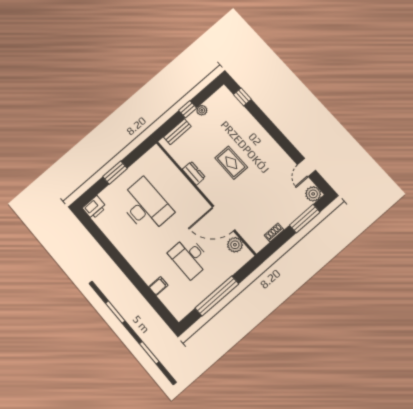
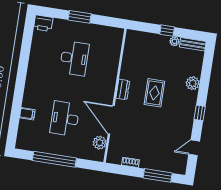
window: (242, 97) -> (200, 113), moved
bench: (177, 132) -> (193, 44), moved
dresser: (194, 173) -> (123, 89), moved
plant: (313, 194) -> (193, 83), moved
desk: (145, 206) -> (74, 58), width x0.73, depth x0.77

